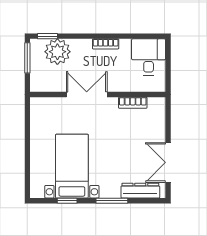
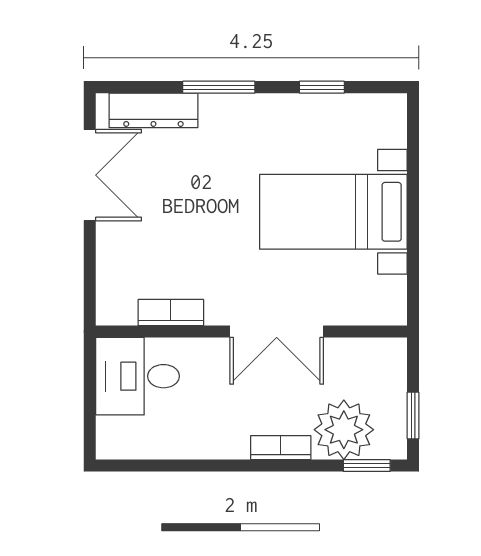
bookcase: (106, 44) -> (281, 448), moved
desk: (149, 57) -> (138, 376), moved, turned 90
window: (27, 58) -> (413, 415), width x0.67
bed with nightstands: (72, 166) -> (333, 212), moved, turned 90

